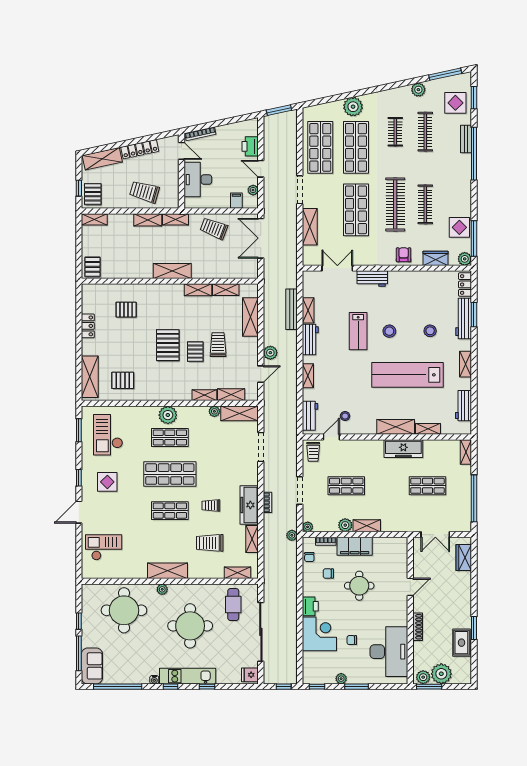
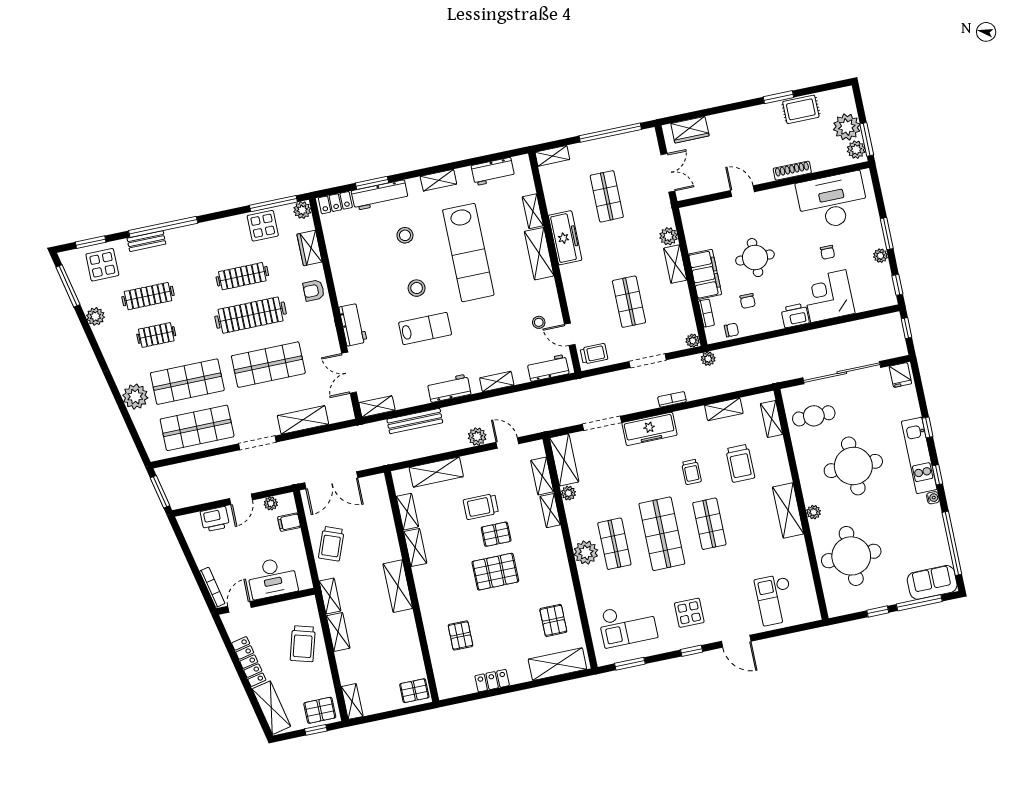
shelving: (308, 310) -> (377, 406), moved
freezer: (249, 505) -> (649, 429), moved
plant: (345, 525) -> (668, 236), moved

